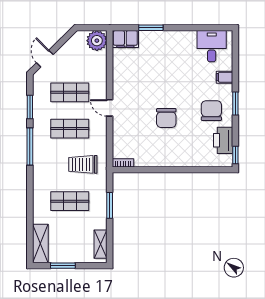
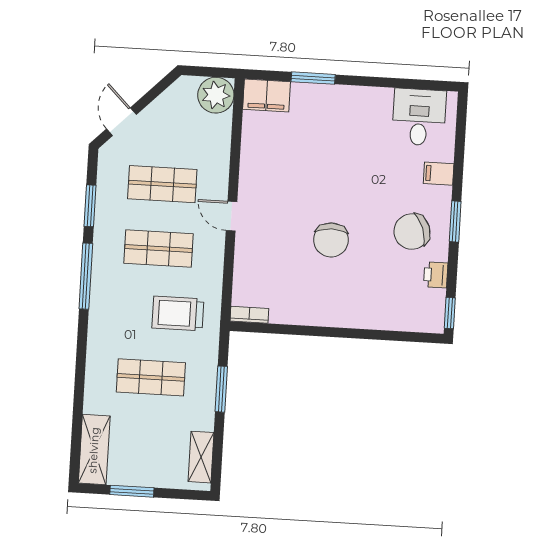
chair: (211, 111) -> (412, 231), turned -110
printer: (223, 140) -> (436, 275), width x0.53, depth x0.68

